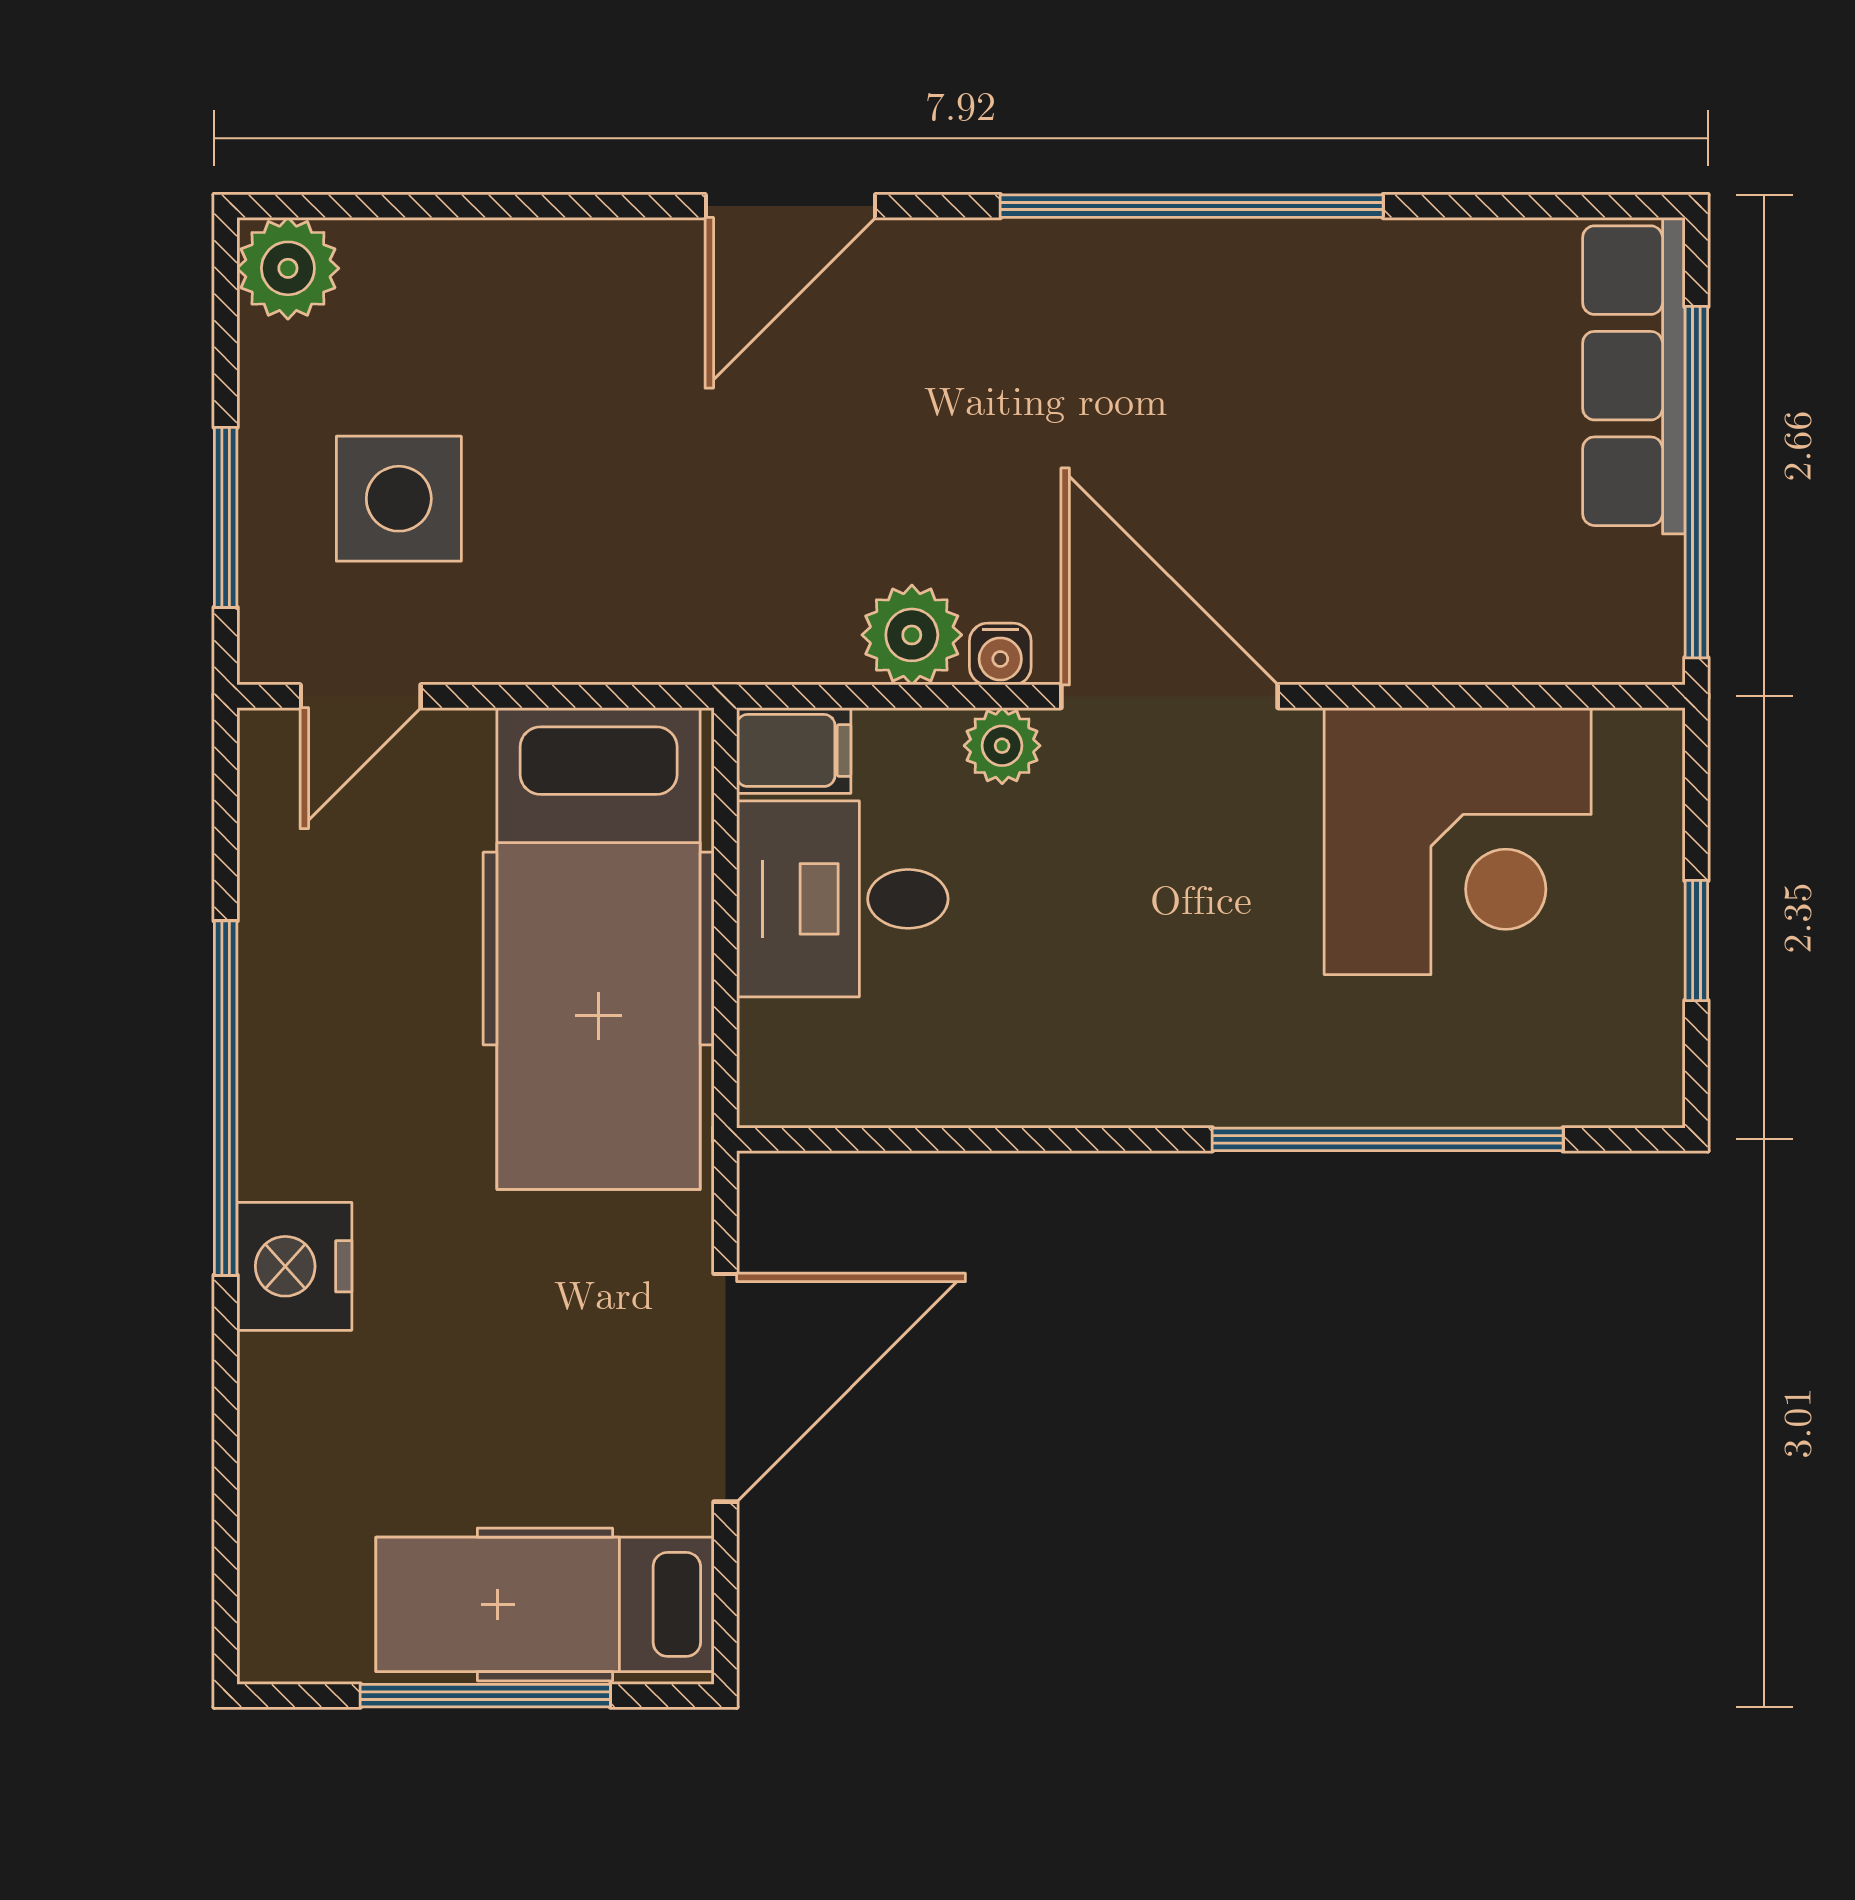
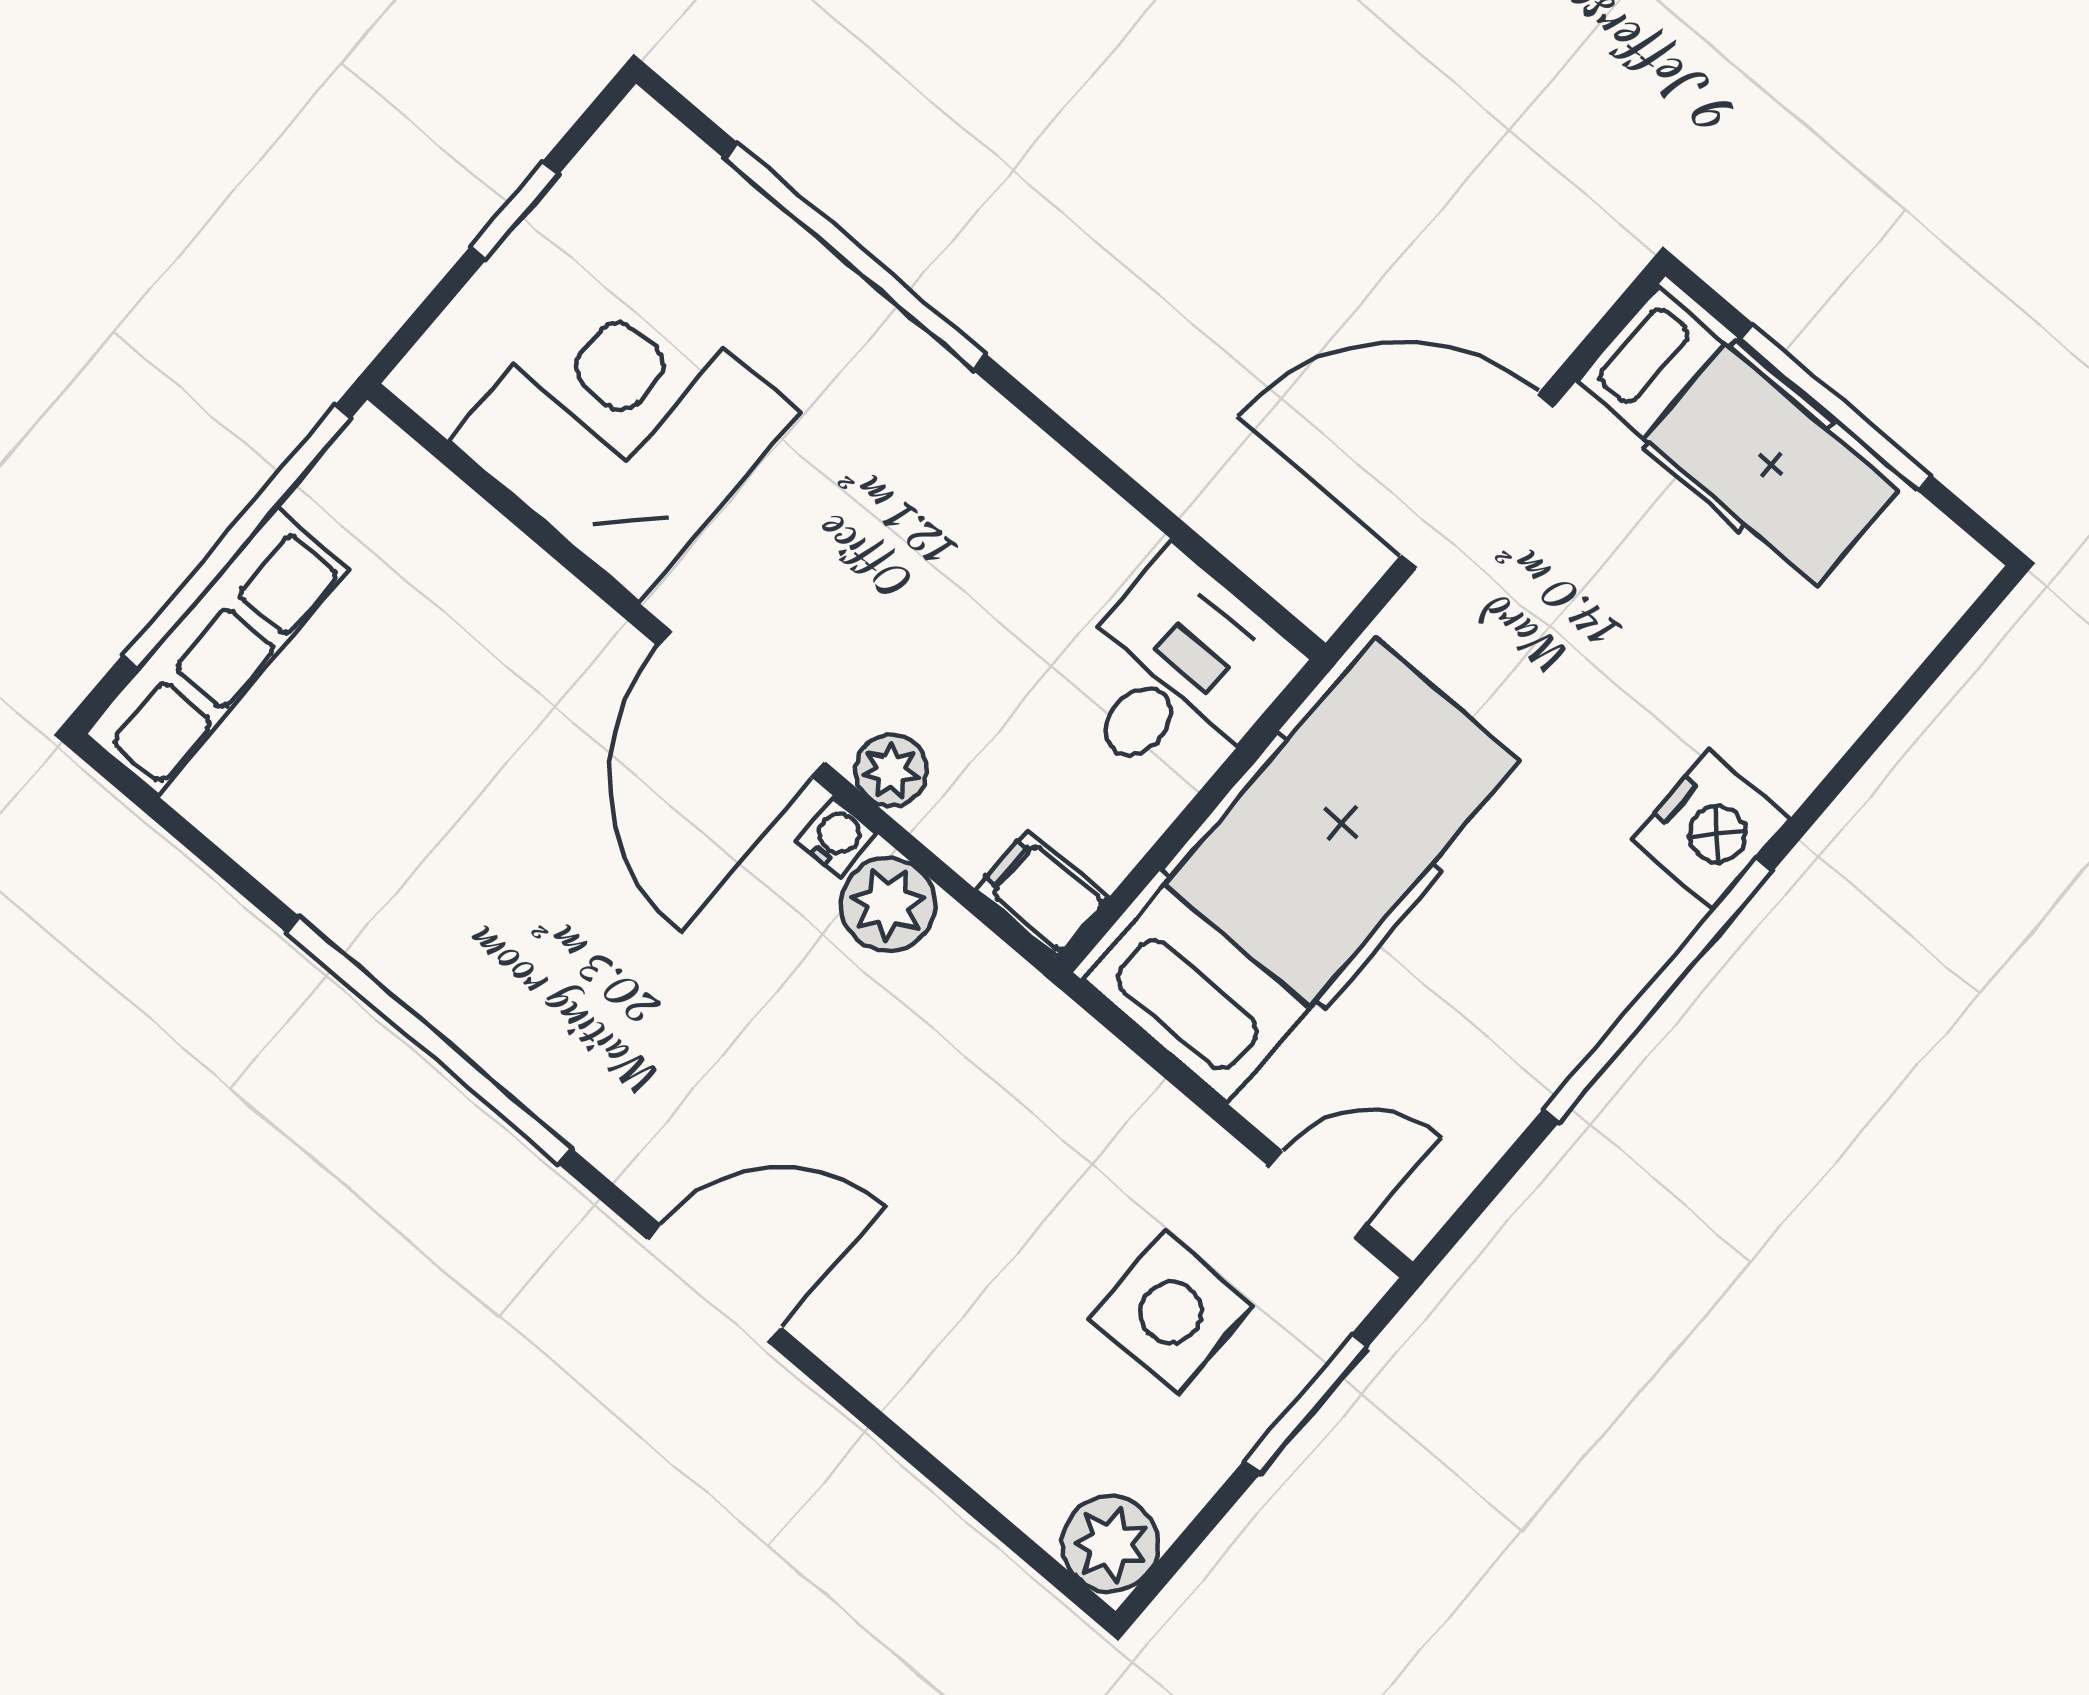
desk: (842, 899) -> (1178, 675), moved, turned -90

